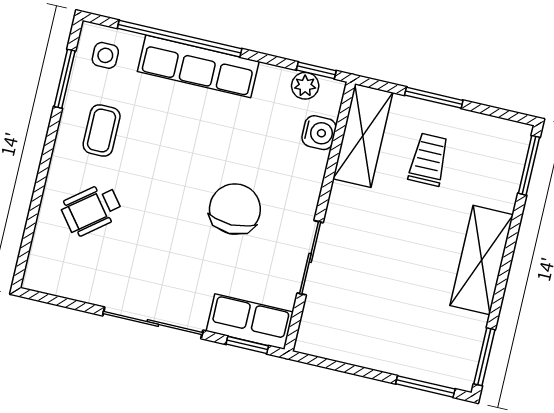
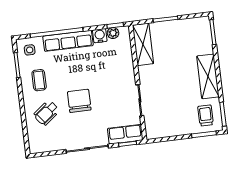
water cooler: (319, 133) -> (100, 36), moved, turned -90
trolley: (429, 160) -> (206, 115), moved
chair: (235, 209) -> (79, 101), moved

